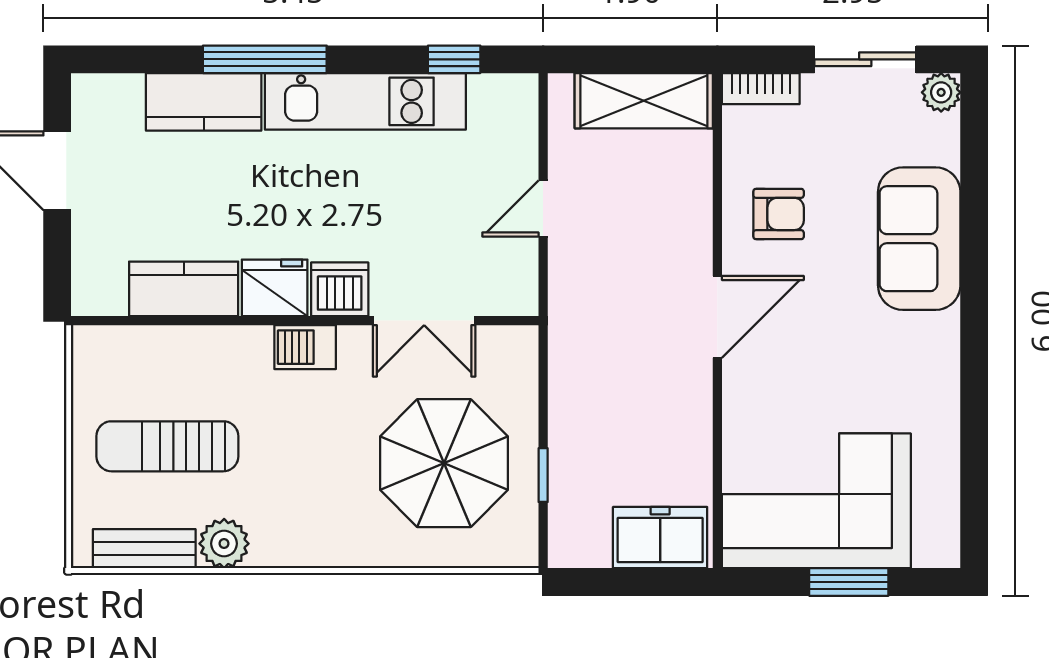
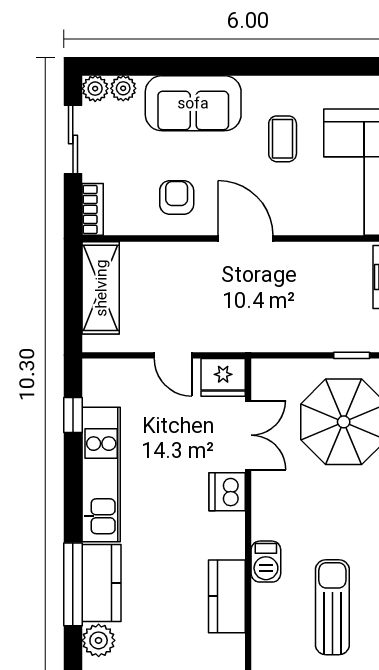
window: (265, 59) -> (73, 584), moved
plant: (118, 97) -> (99, 640), added
plant: (942, 134) -> (123, 88), added
fridge: (275, 288) -> (223, 377), moved, turned -90
barbecue: (305, 347) -> (266, 562), moved
coffee table: (866, 372) -> (283, 139), added
sun lounger: (167, 446) -> (332, 607), turned 180

